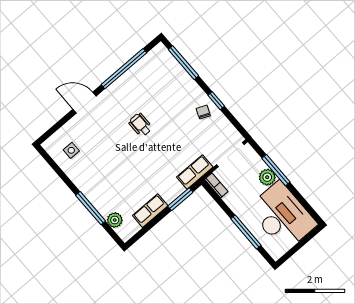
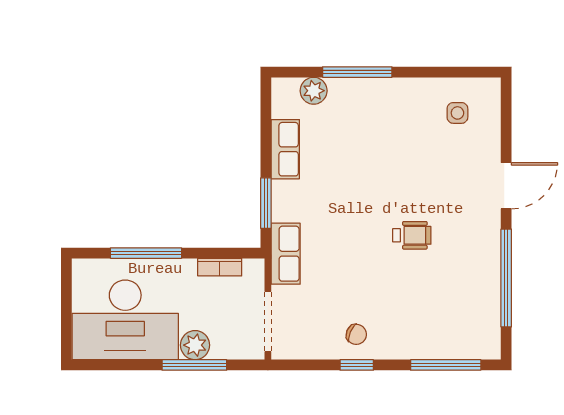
bookcase: (216, 185) -> (220, 267), moved

